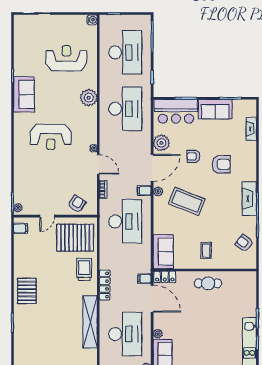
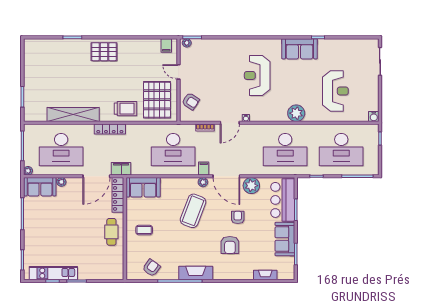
locker: (165, 277) -> (118, 195), width x1.53
filing cabinet: (145, 279) -> (121, 169), width x2.00

